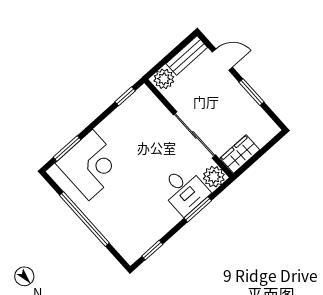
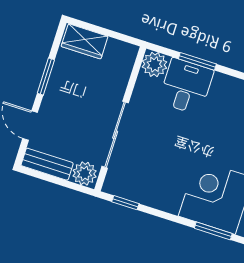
sliding door: (195, 135) -> (115, 135), moved
wardrobe: (240, 154) -> (85, 41), moved

